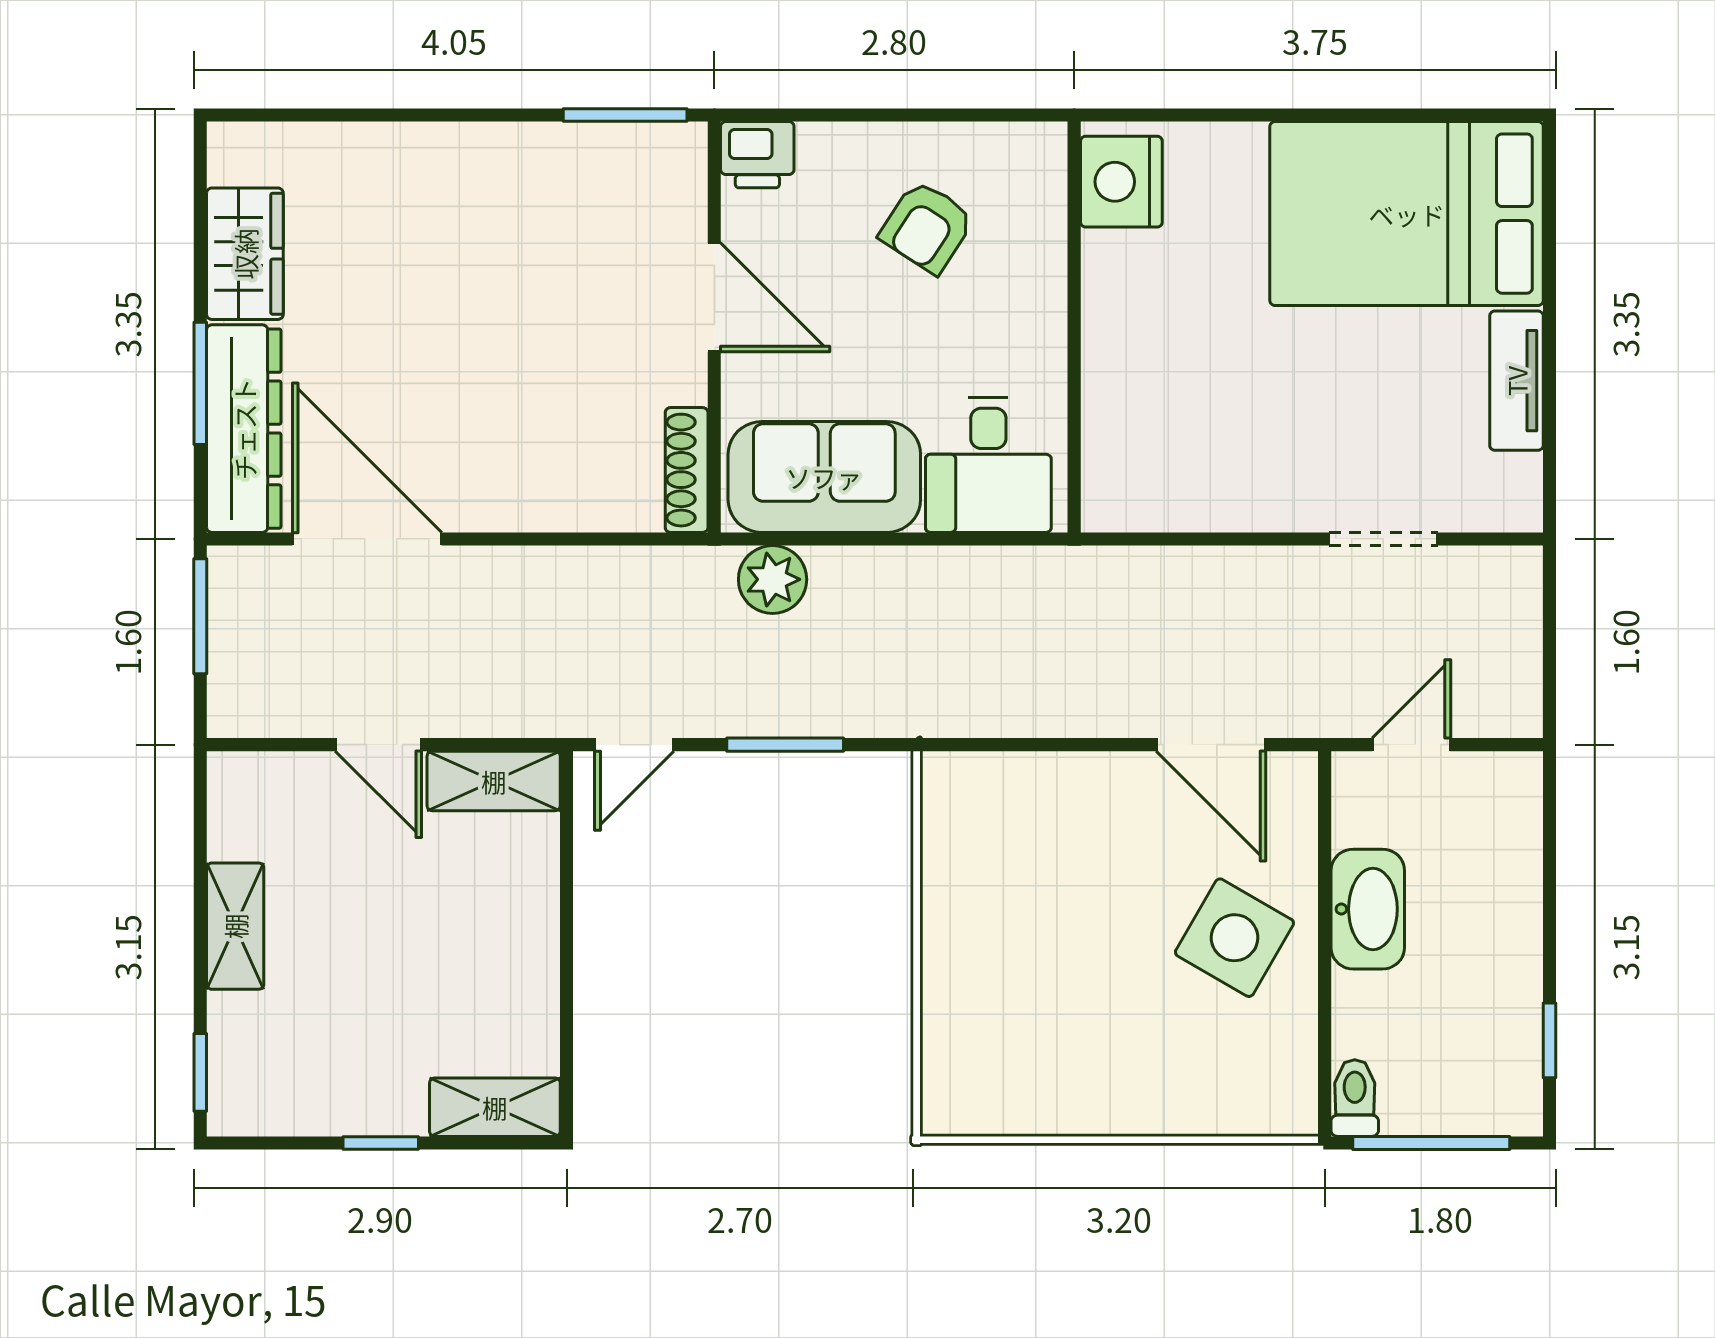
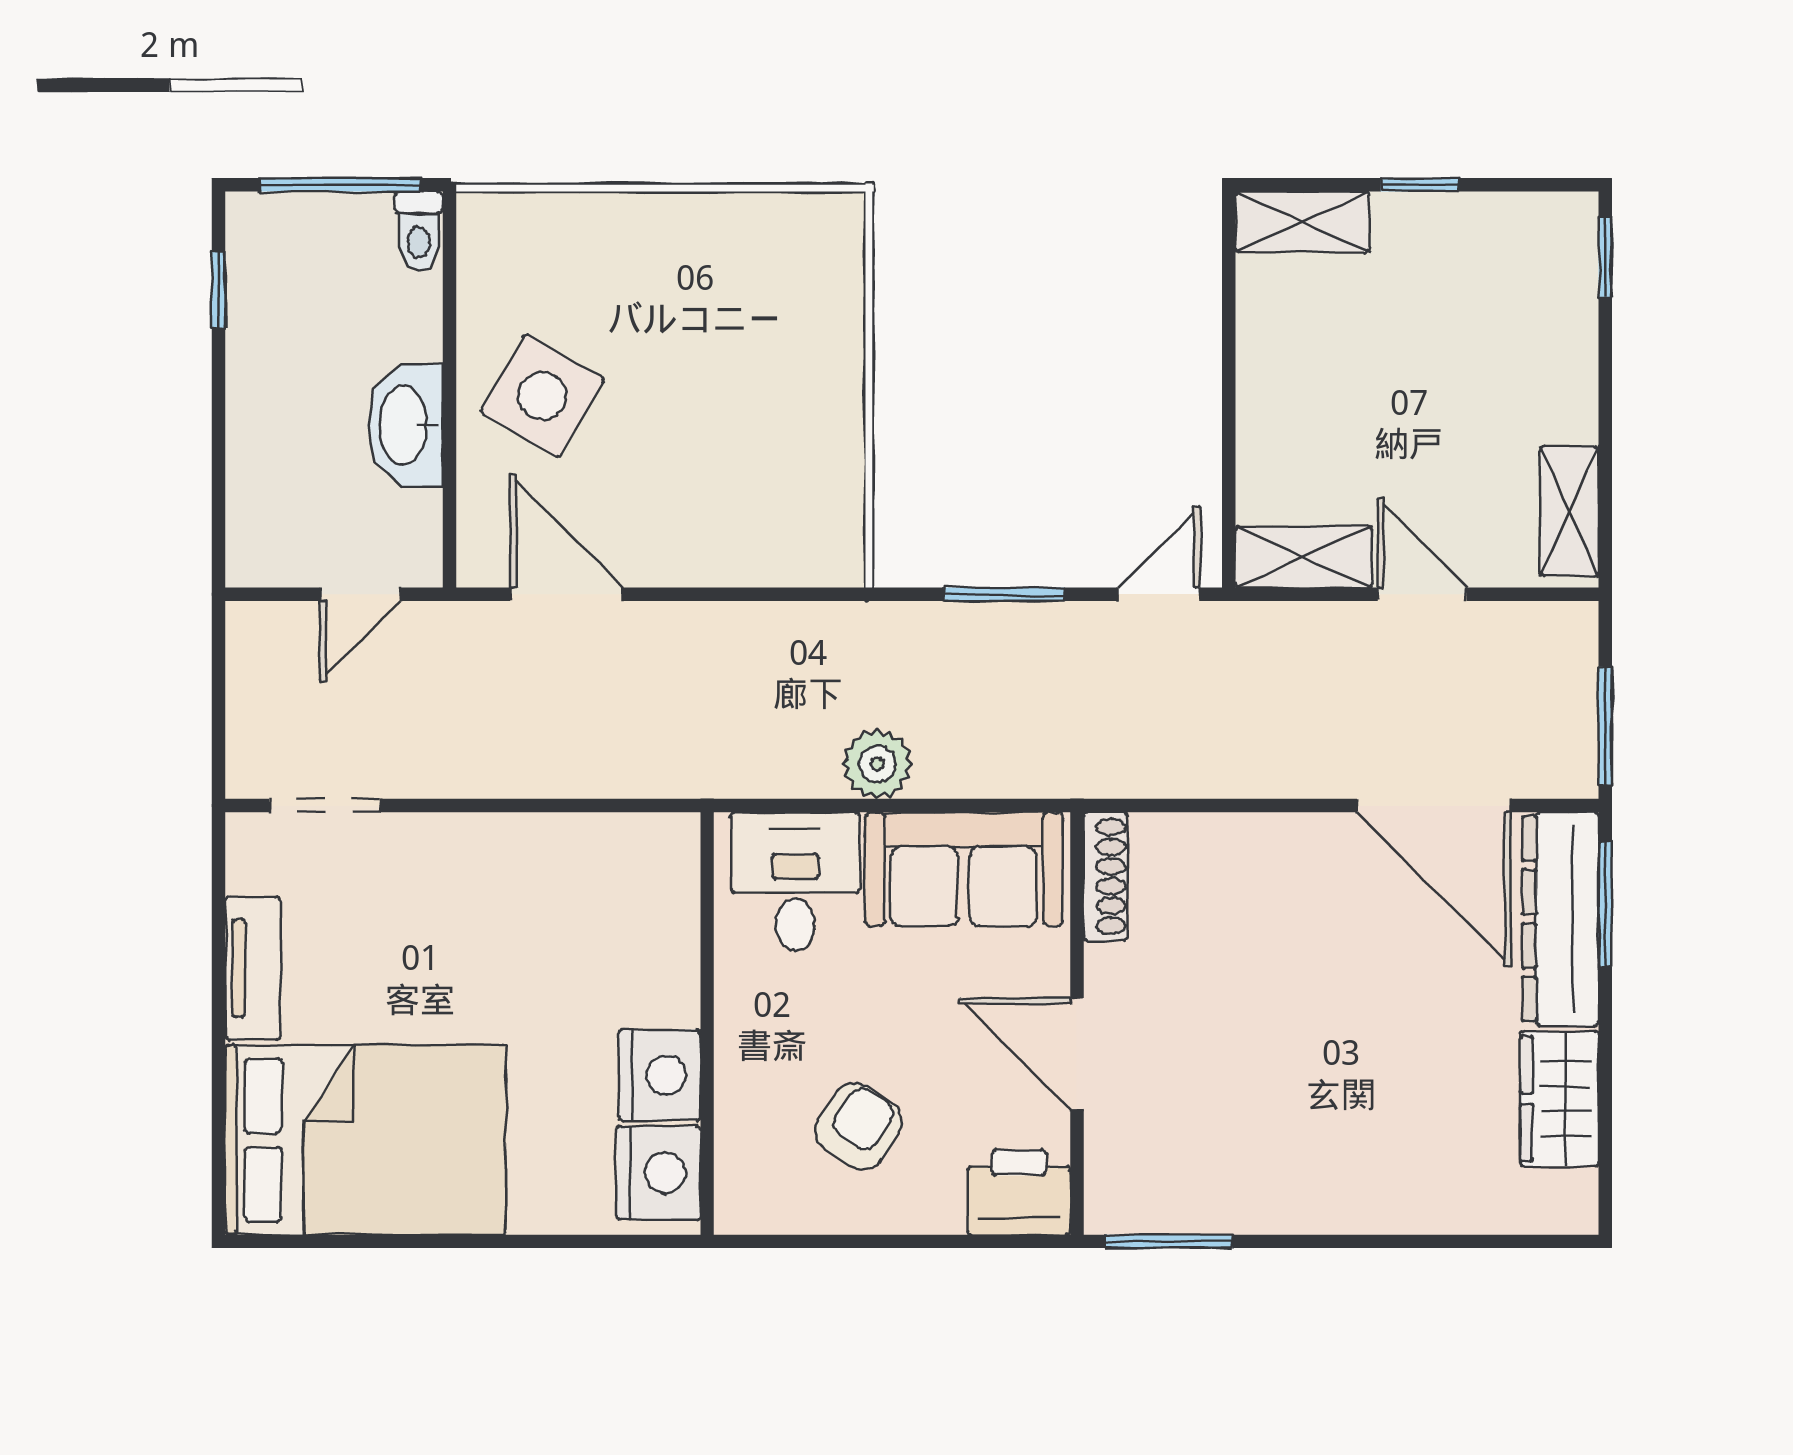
printer: (757, 155) -> (1019, 1192), width x1.36, depth x1.24
nightstand: (1120, 277) -> (660, 1075), added
window: (200, 383) -> (1605, 904), moved
doorway: (1383, 539) -> (325, 806), moved
plant: (773, 579) -> (877, 764), moved
shelving: (235, 926) -> (1569, 511), moved

